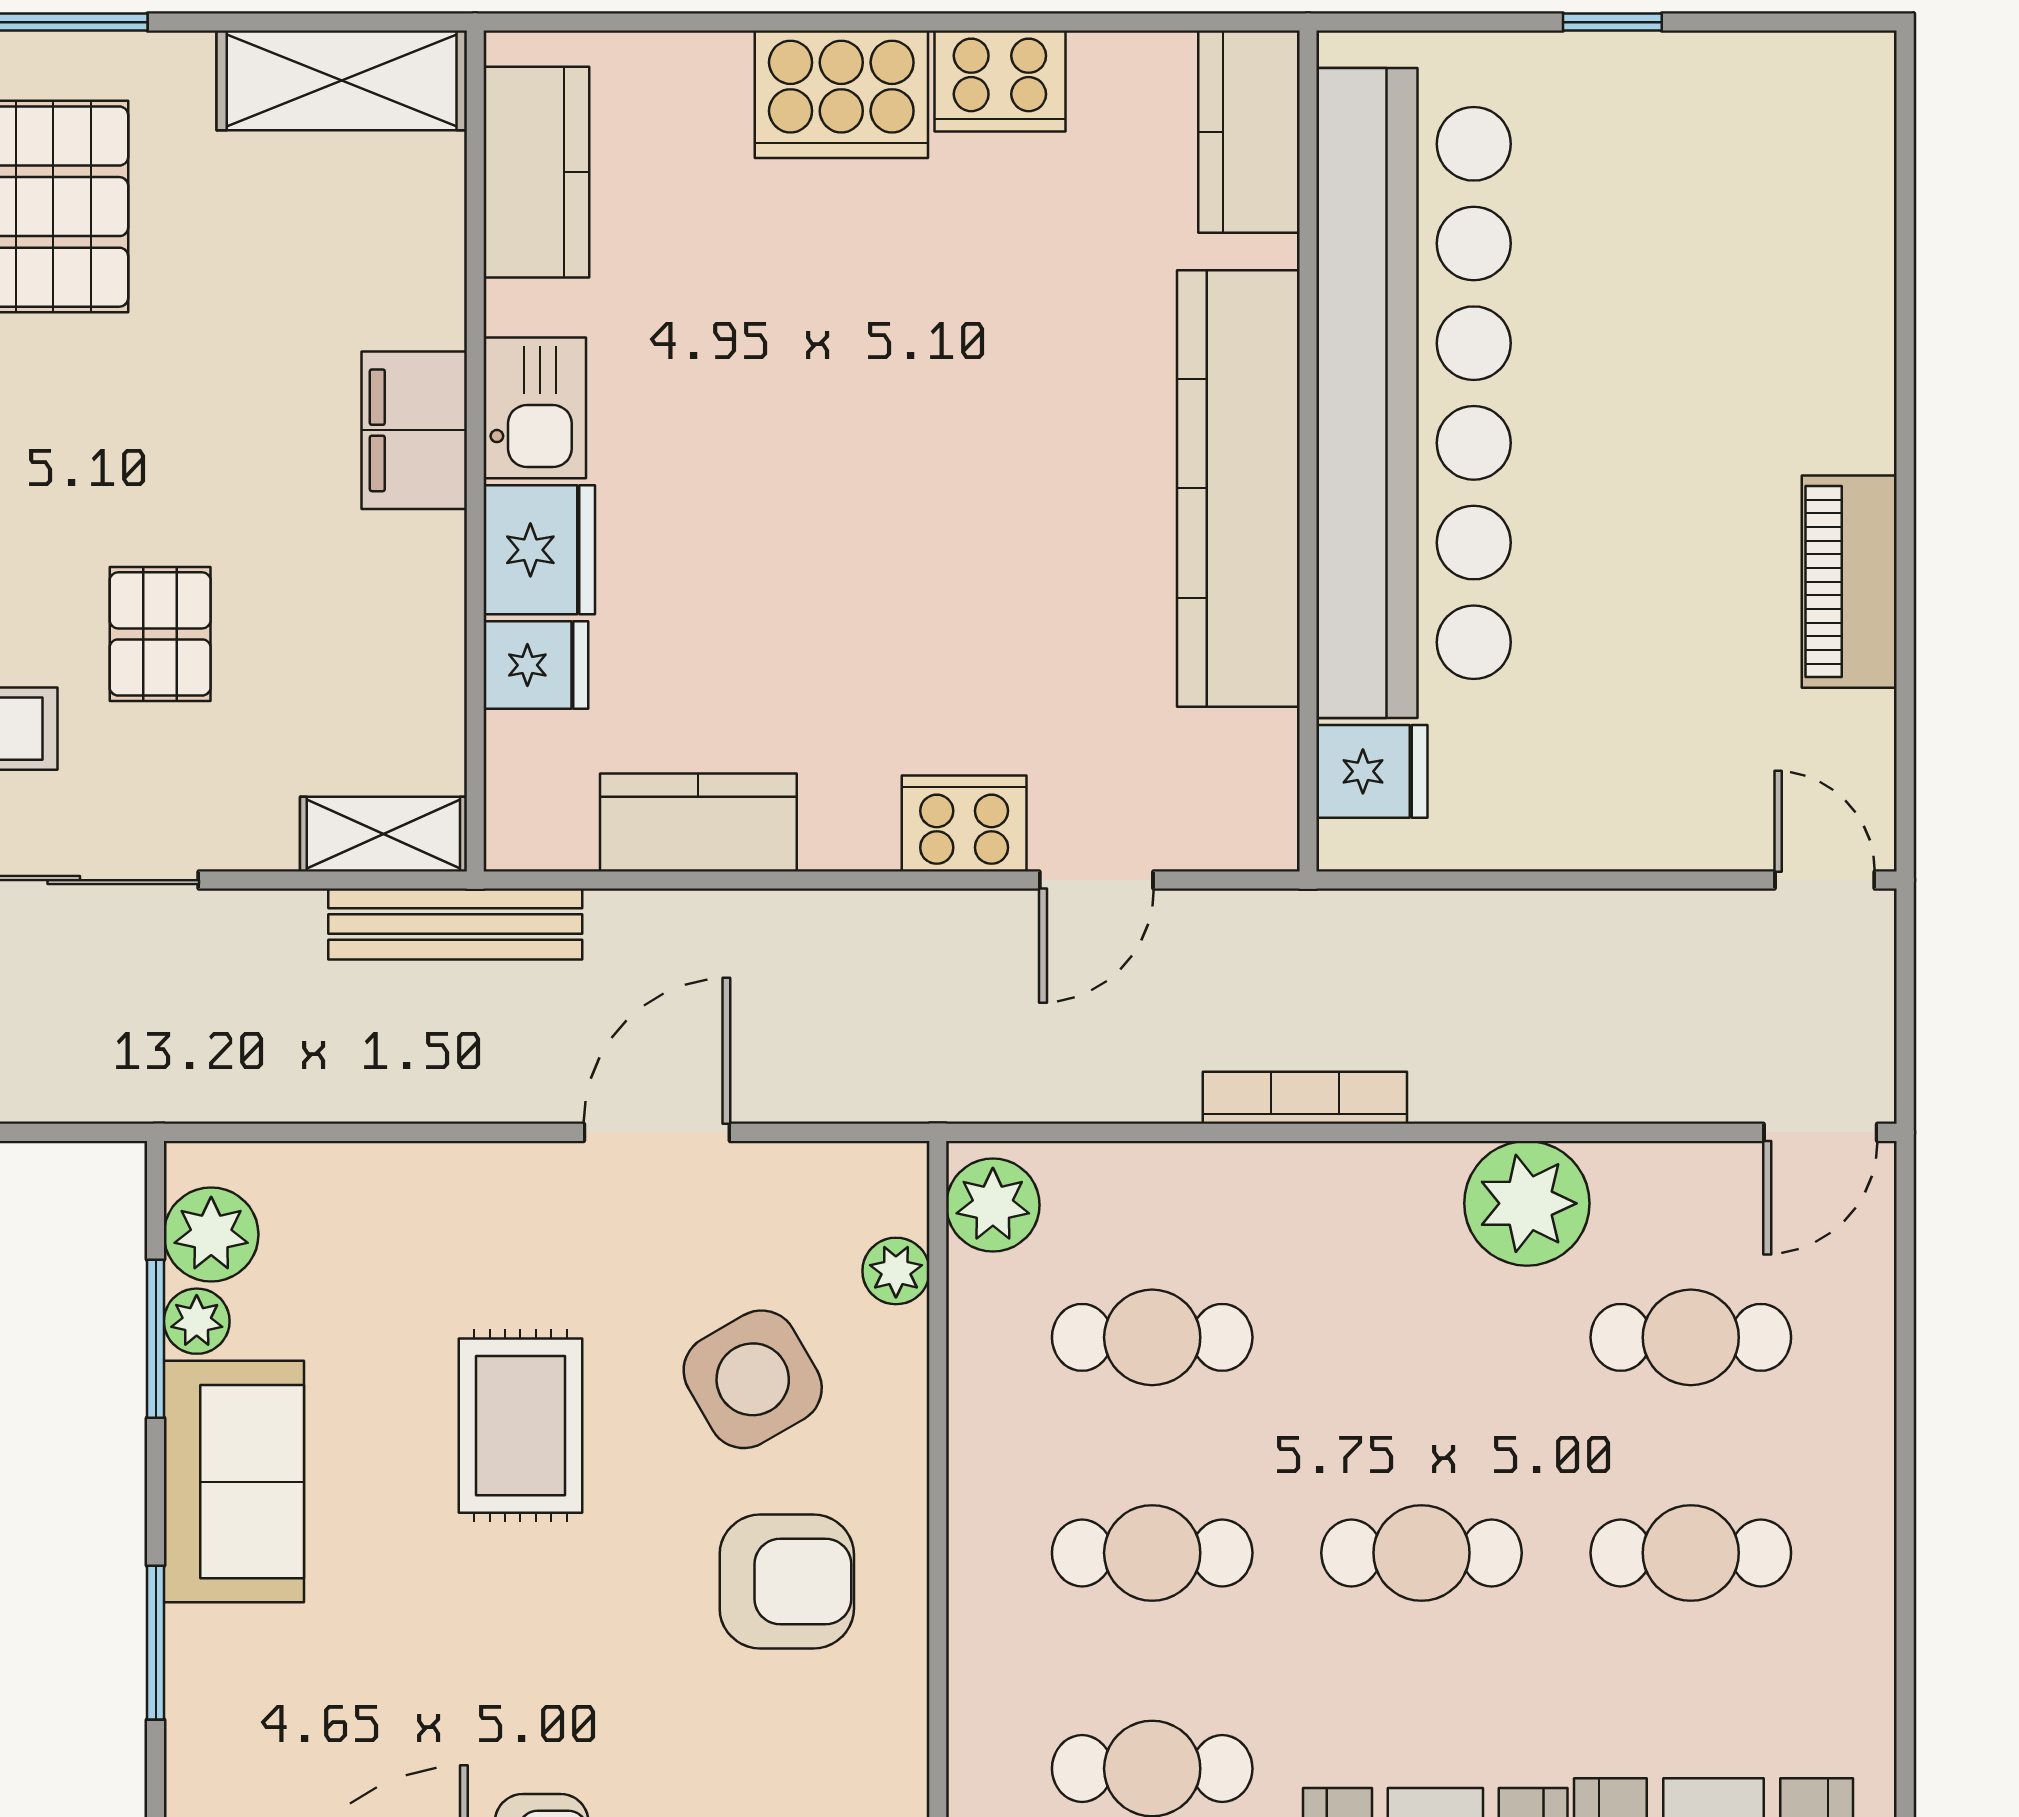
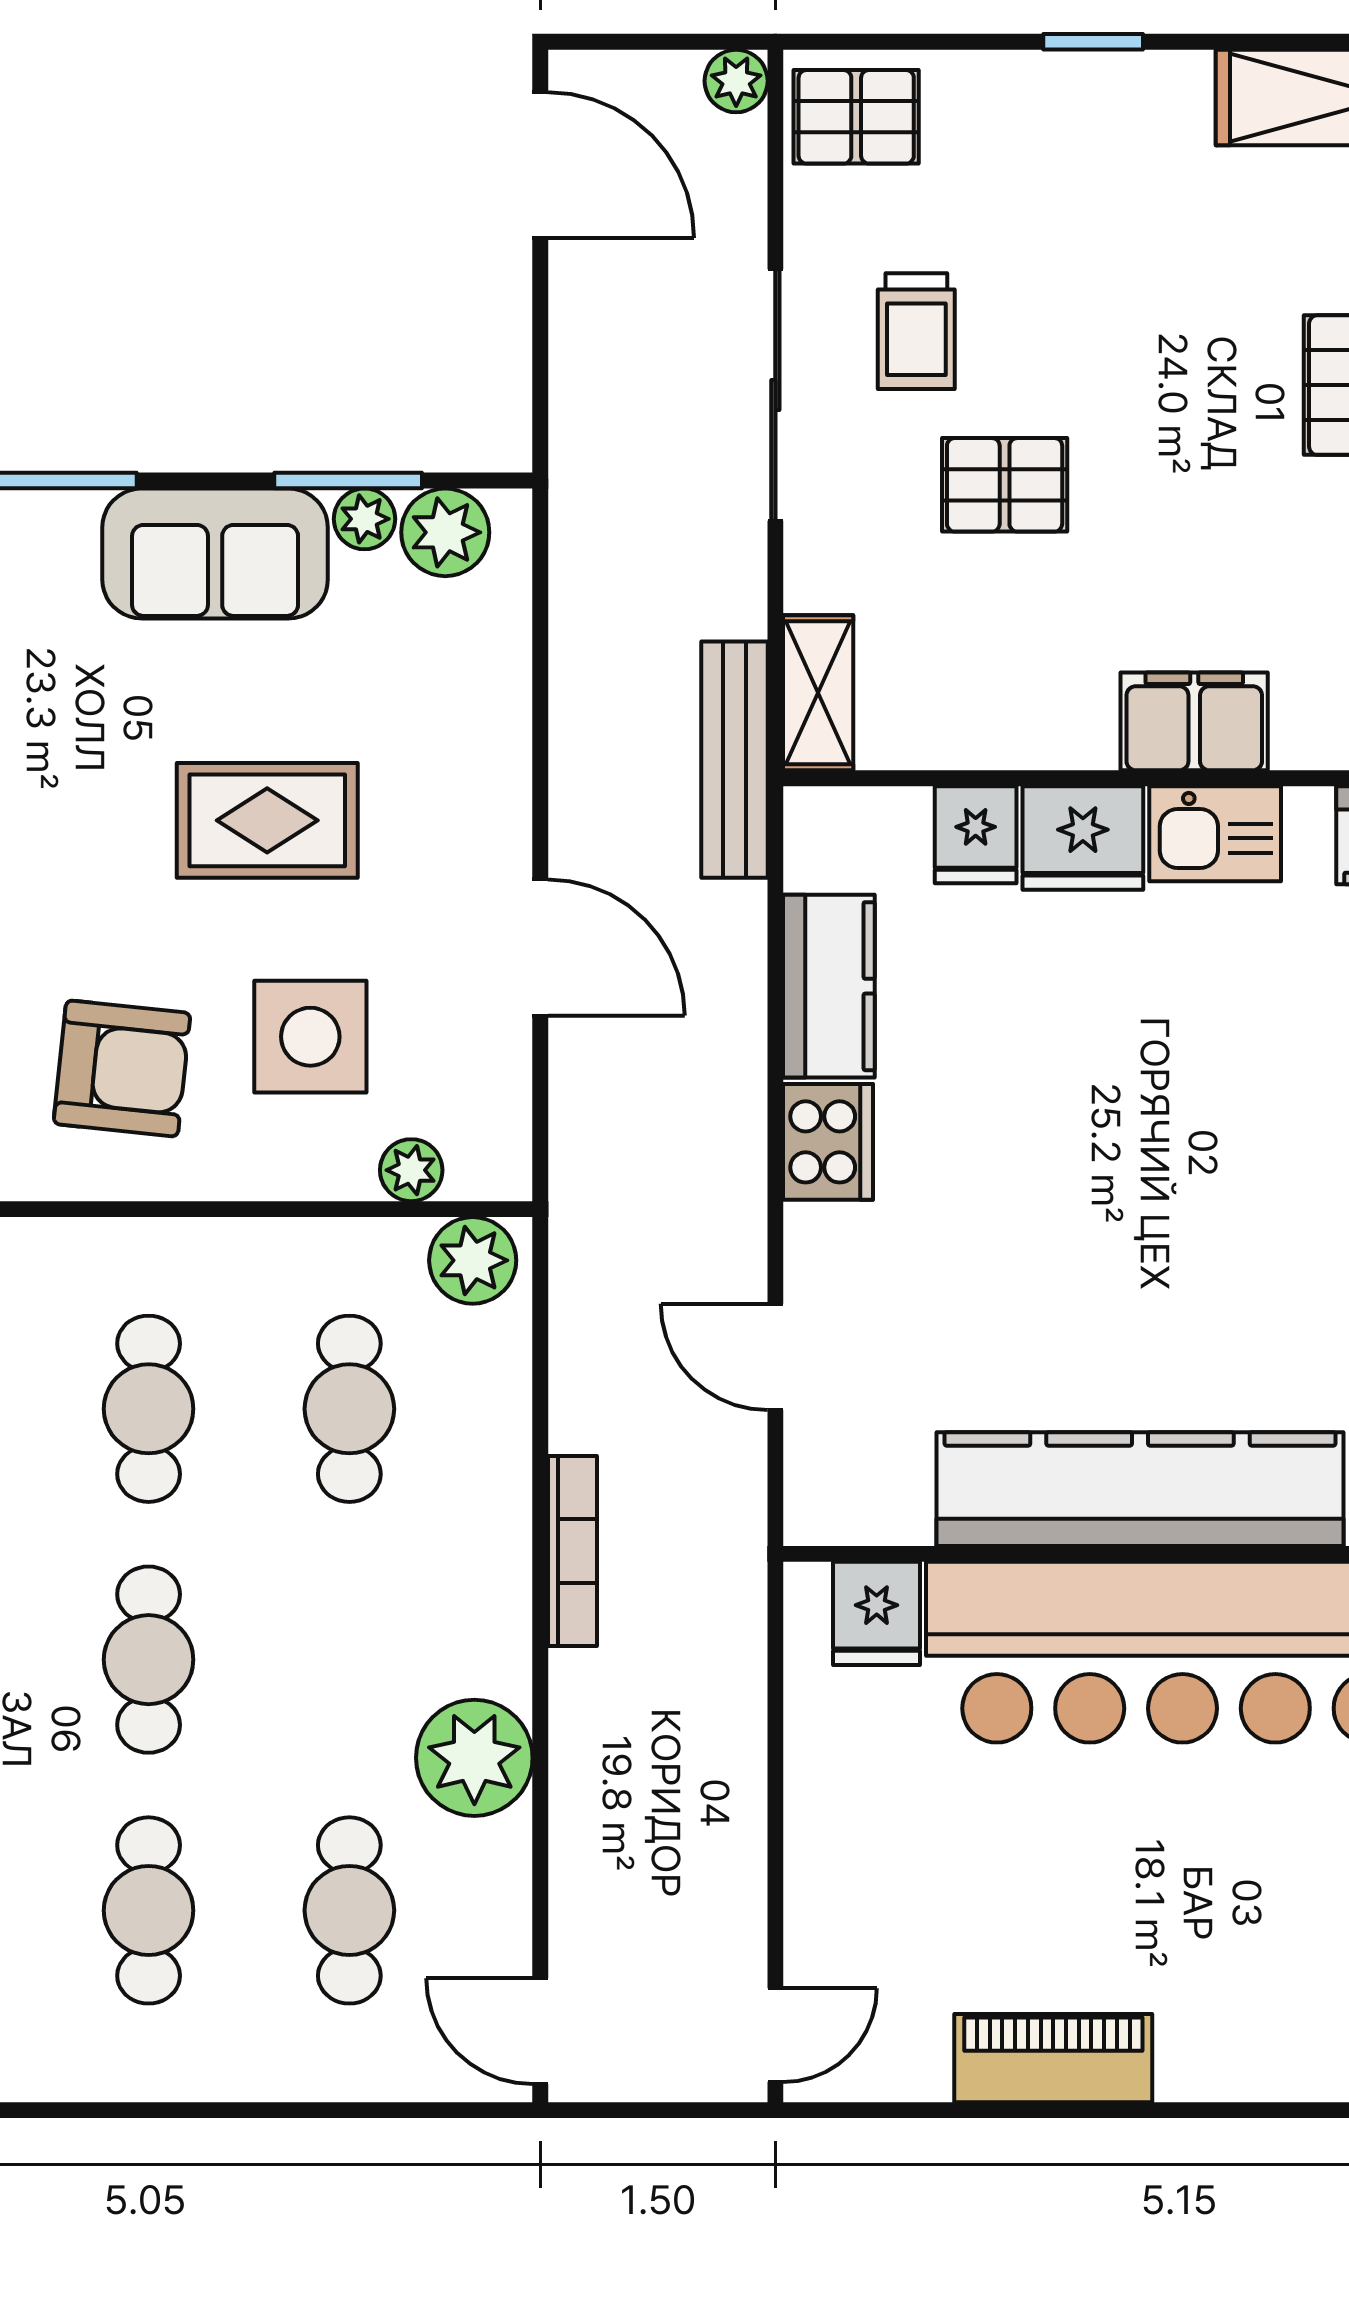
cooker: (964, 823) -> (828, 1142), moved
side table: (753, 1379) -> (310, 1037), turned 30
armchair: (787, 1581) -> (122, 1068), turned -84

